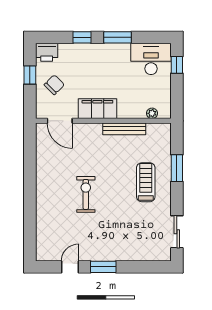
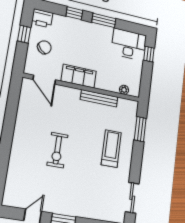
window: (177, 168) -> (140, 129), moved
exercise bike: (86, 194) -> (57, 150), turned 180

